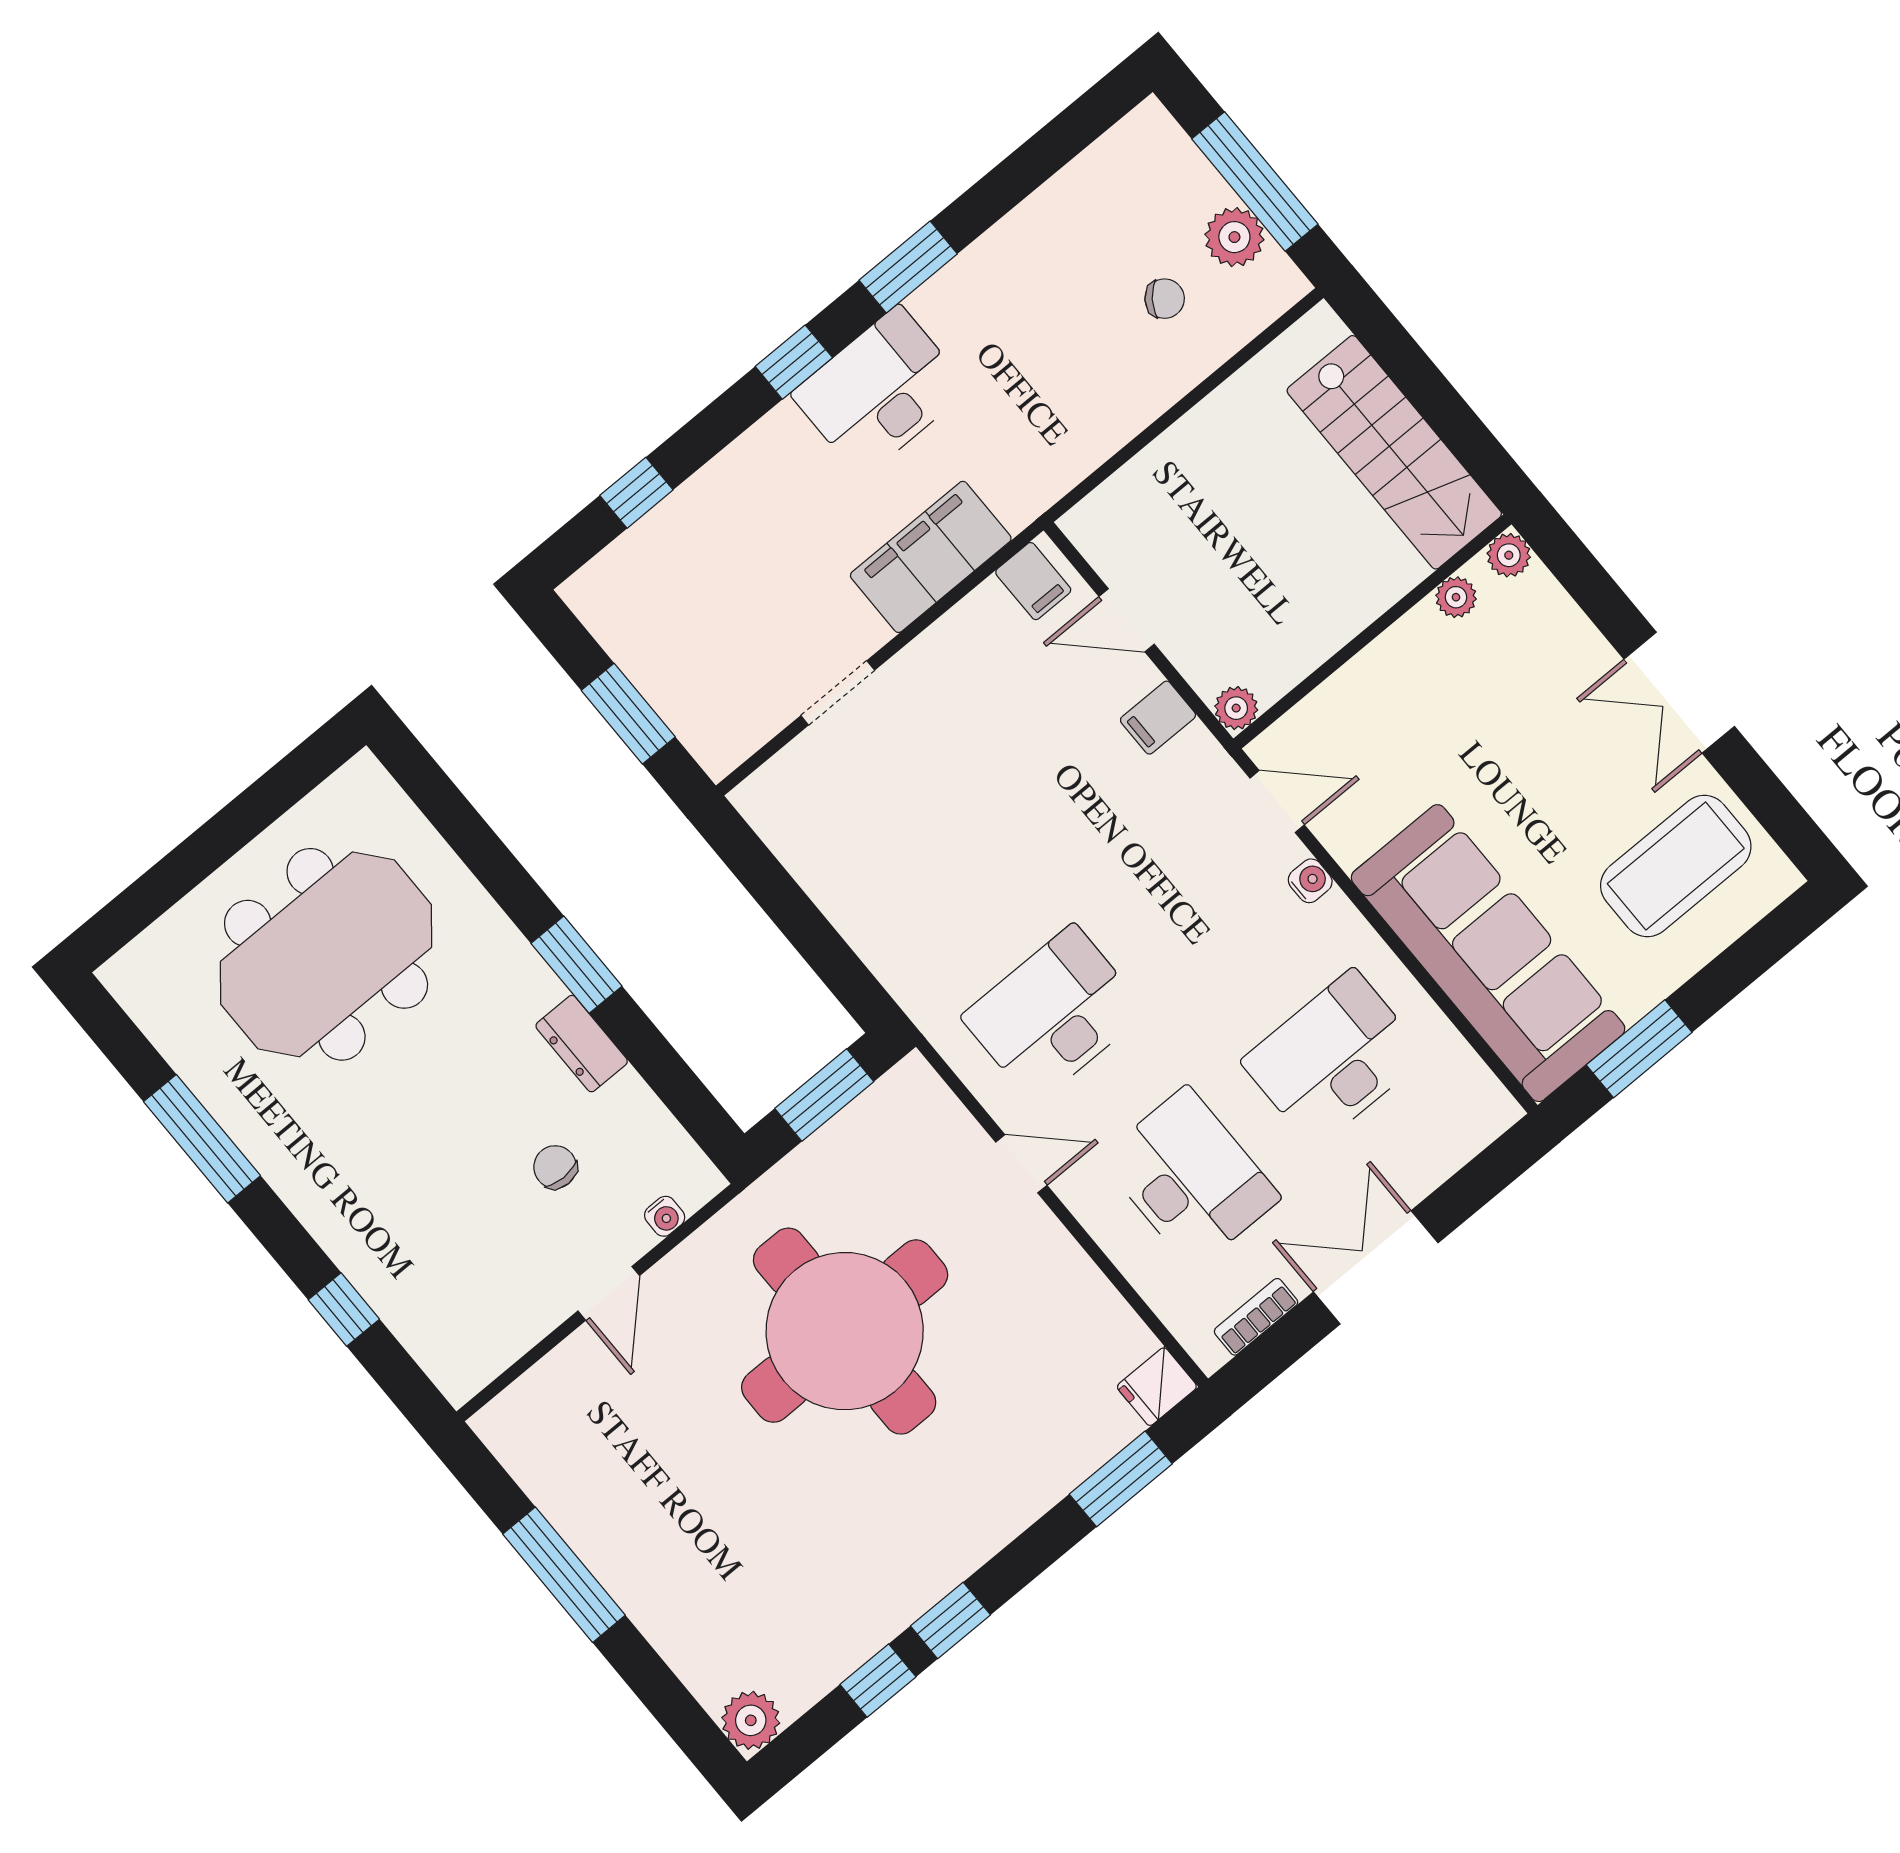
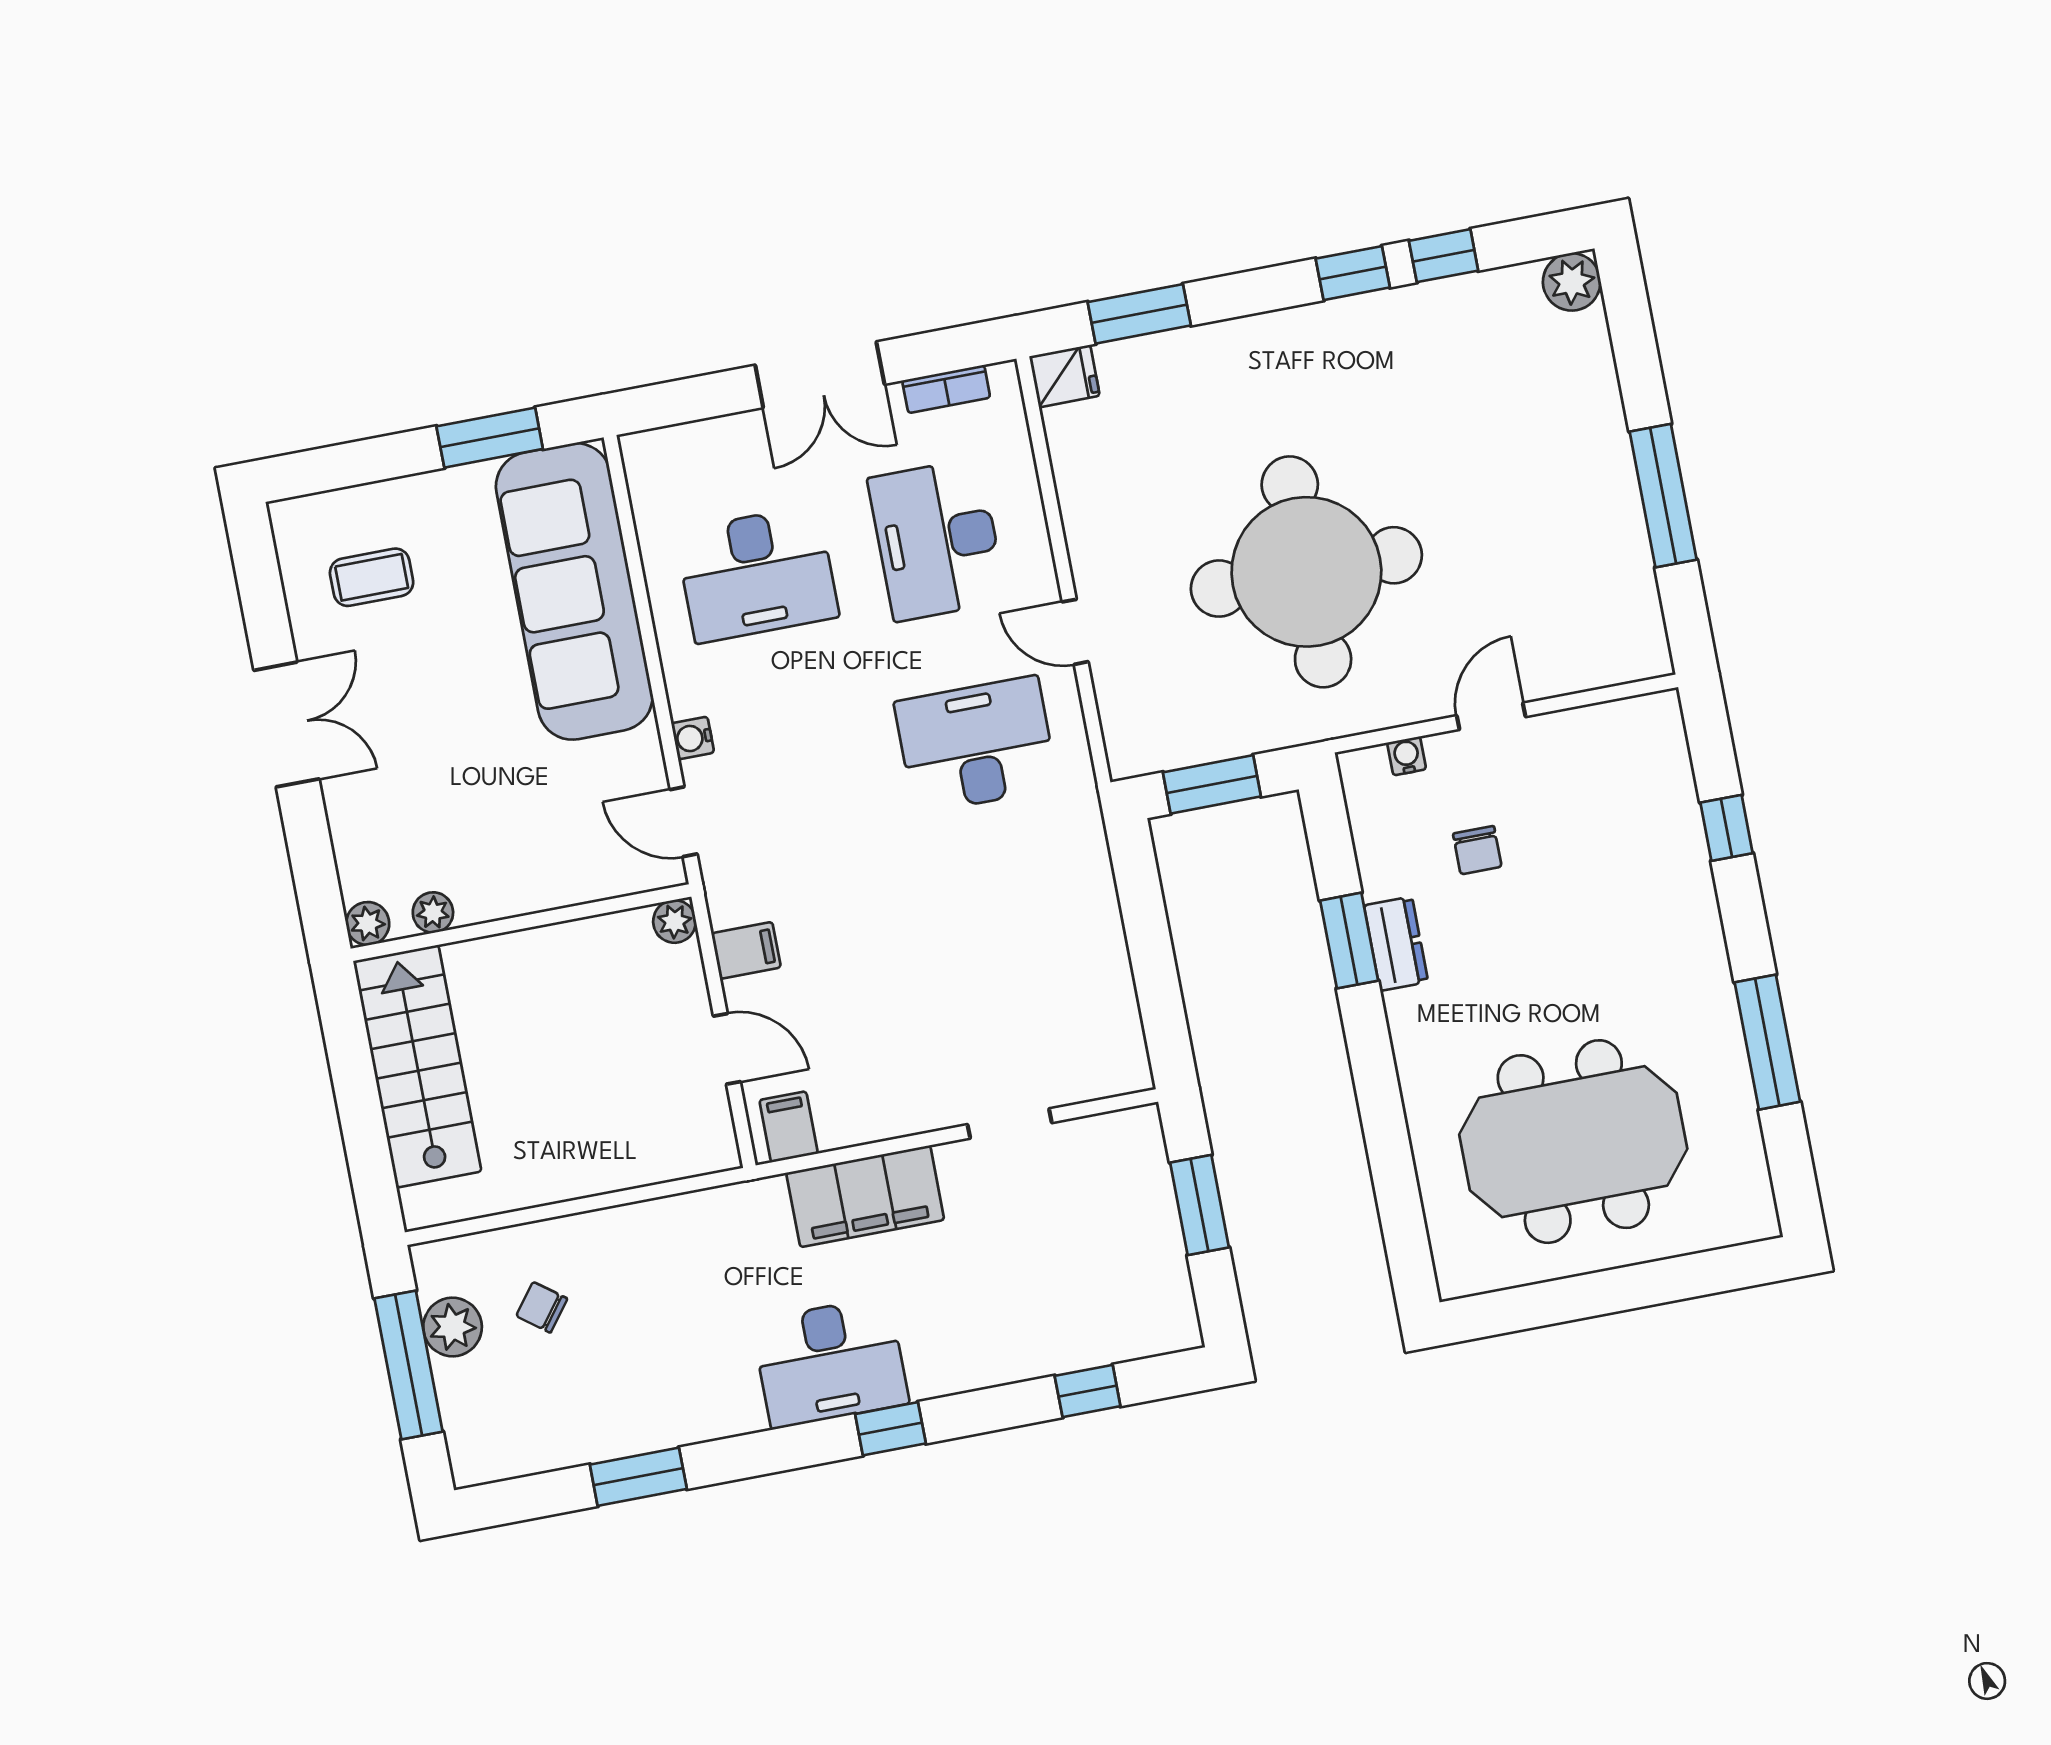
window: (908, 267) -> (638, 1477), moved
coffee table: (1676, 866) -> (372, 577), width x0.54, depth x0.58
window: (576, 965) -> (1349, 941), moved
desk: (1054, 1014) -> (976, 745), turned 180

